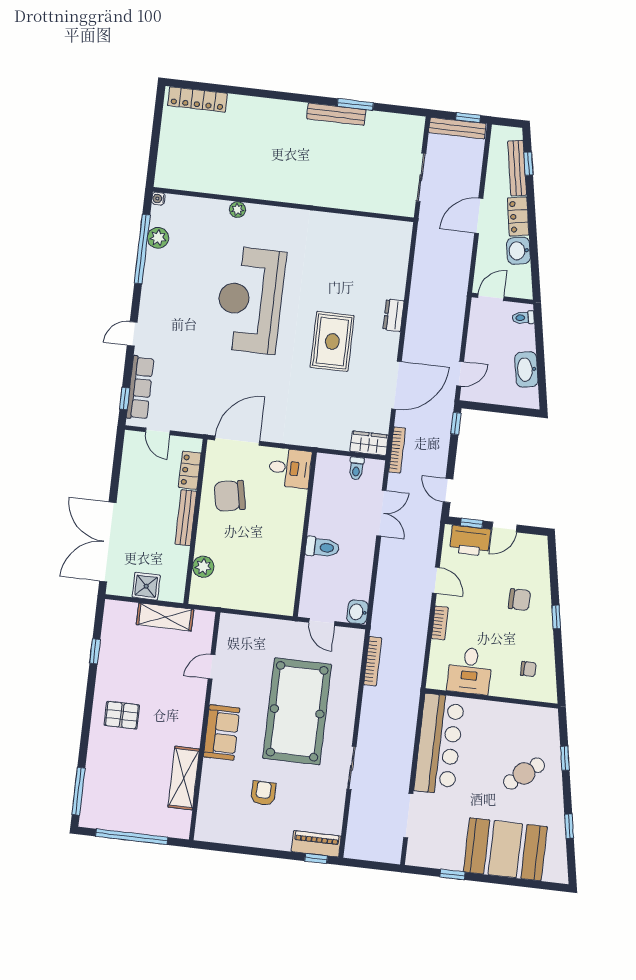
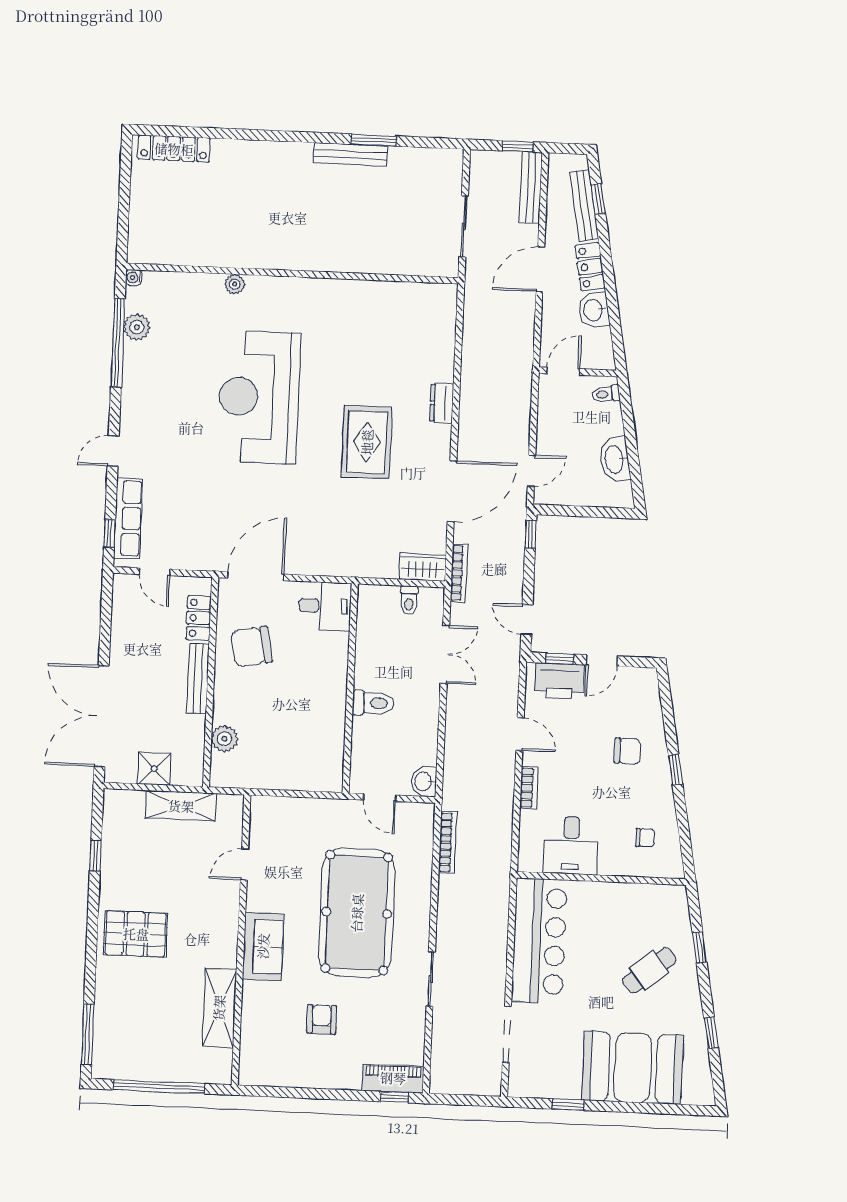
bench: (457, 128) -> (531, 187), moved, turned 90
pallet: (122, 715) -> (136, 934), width x1.50, depth x1.42

